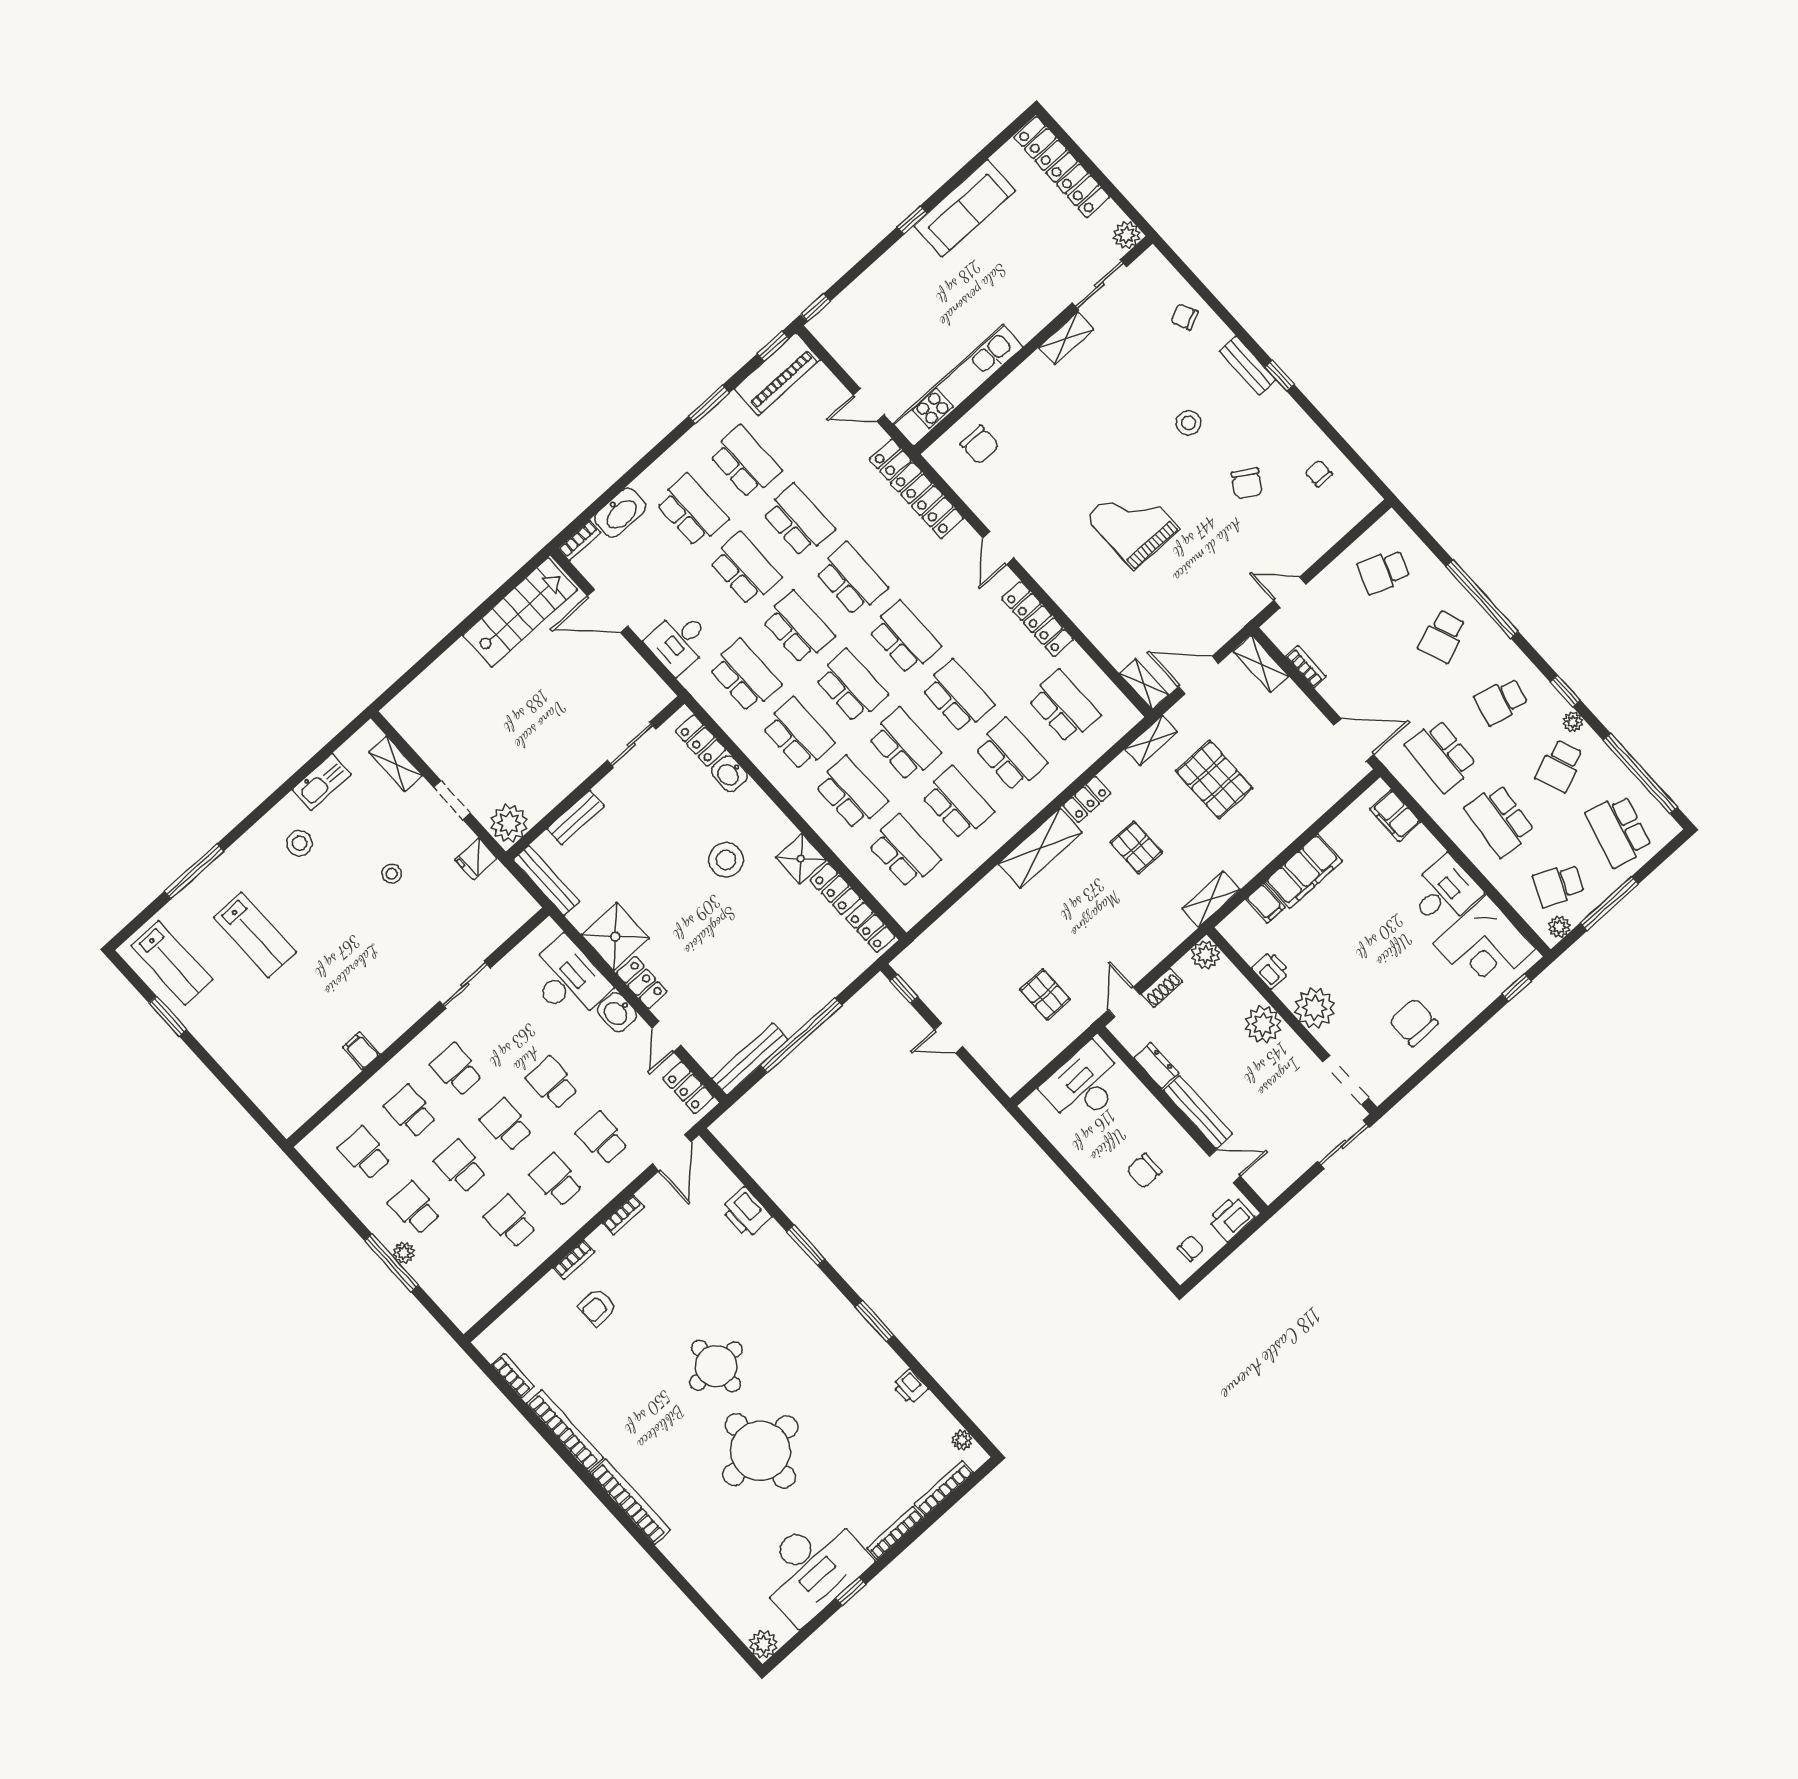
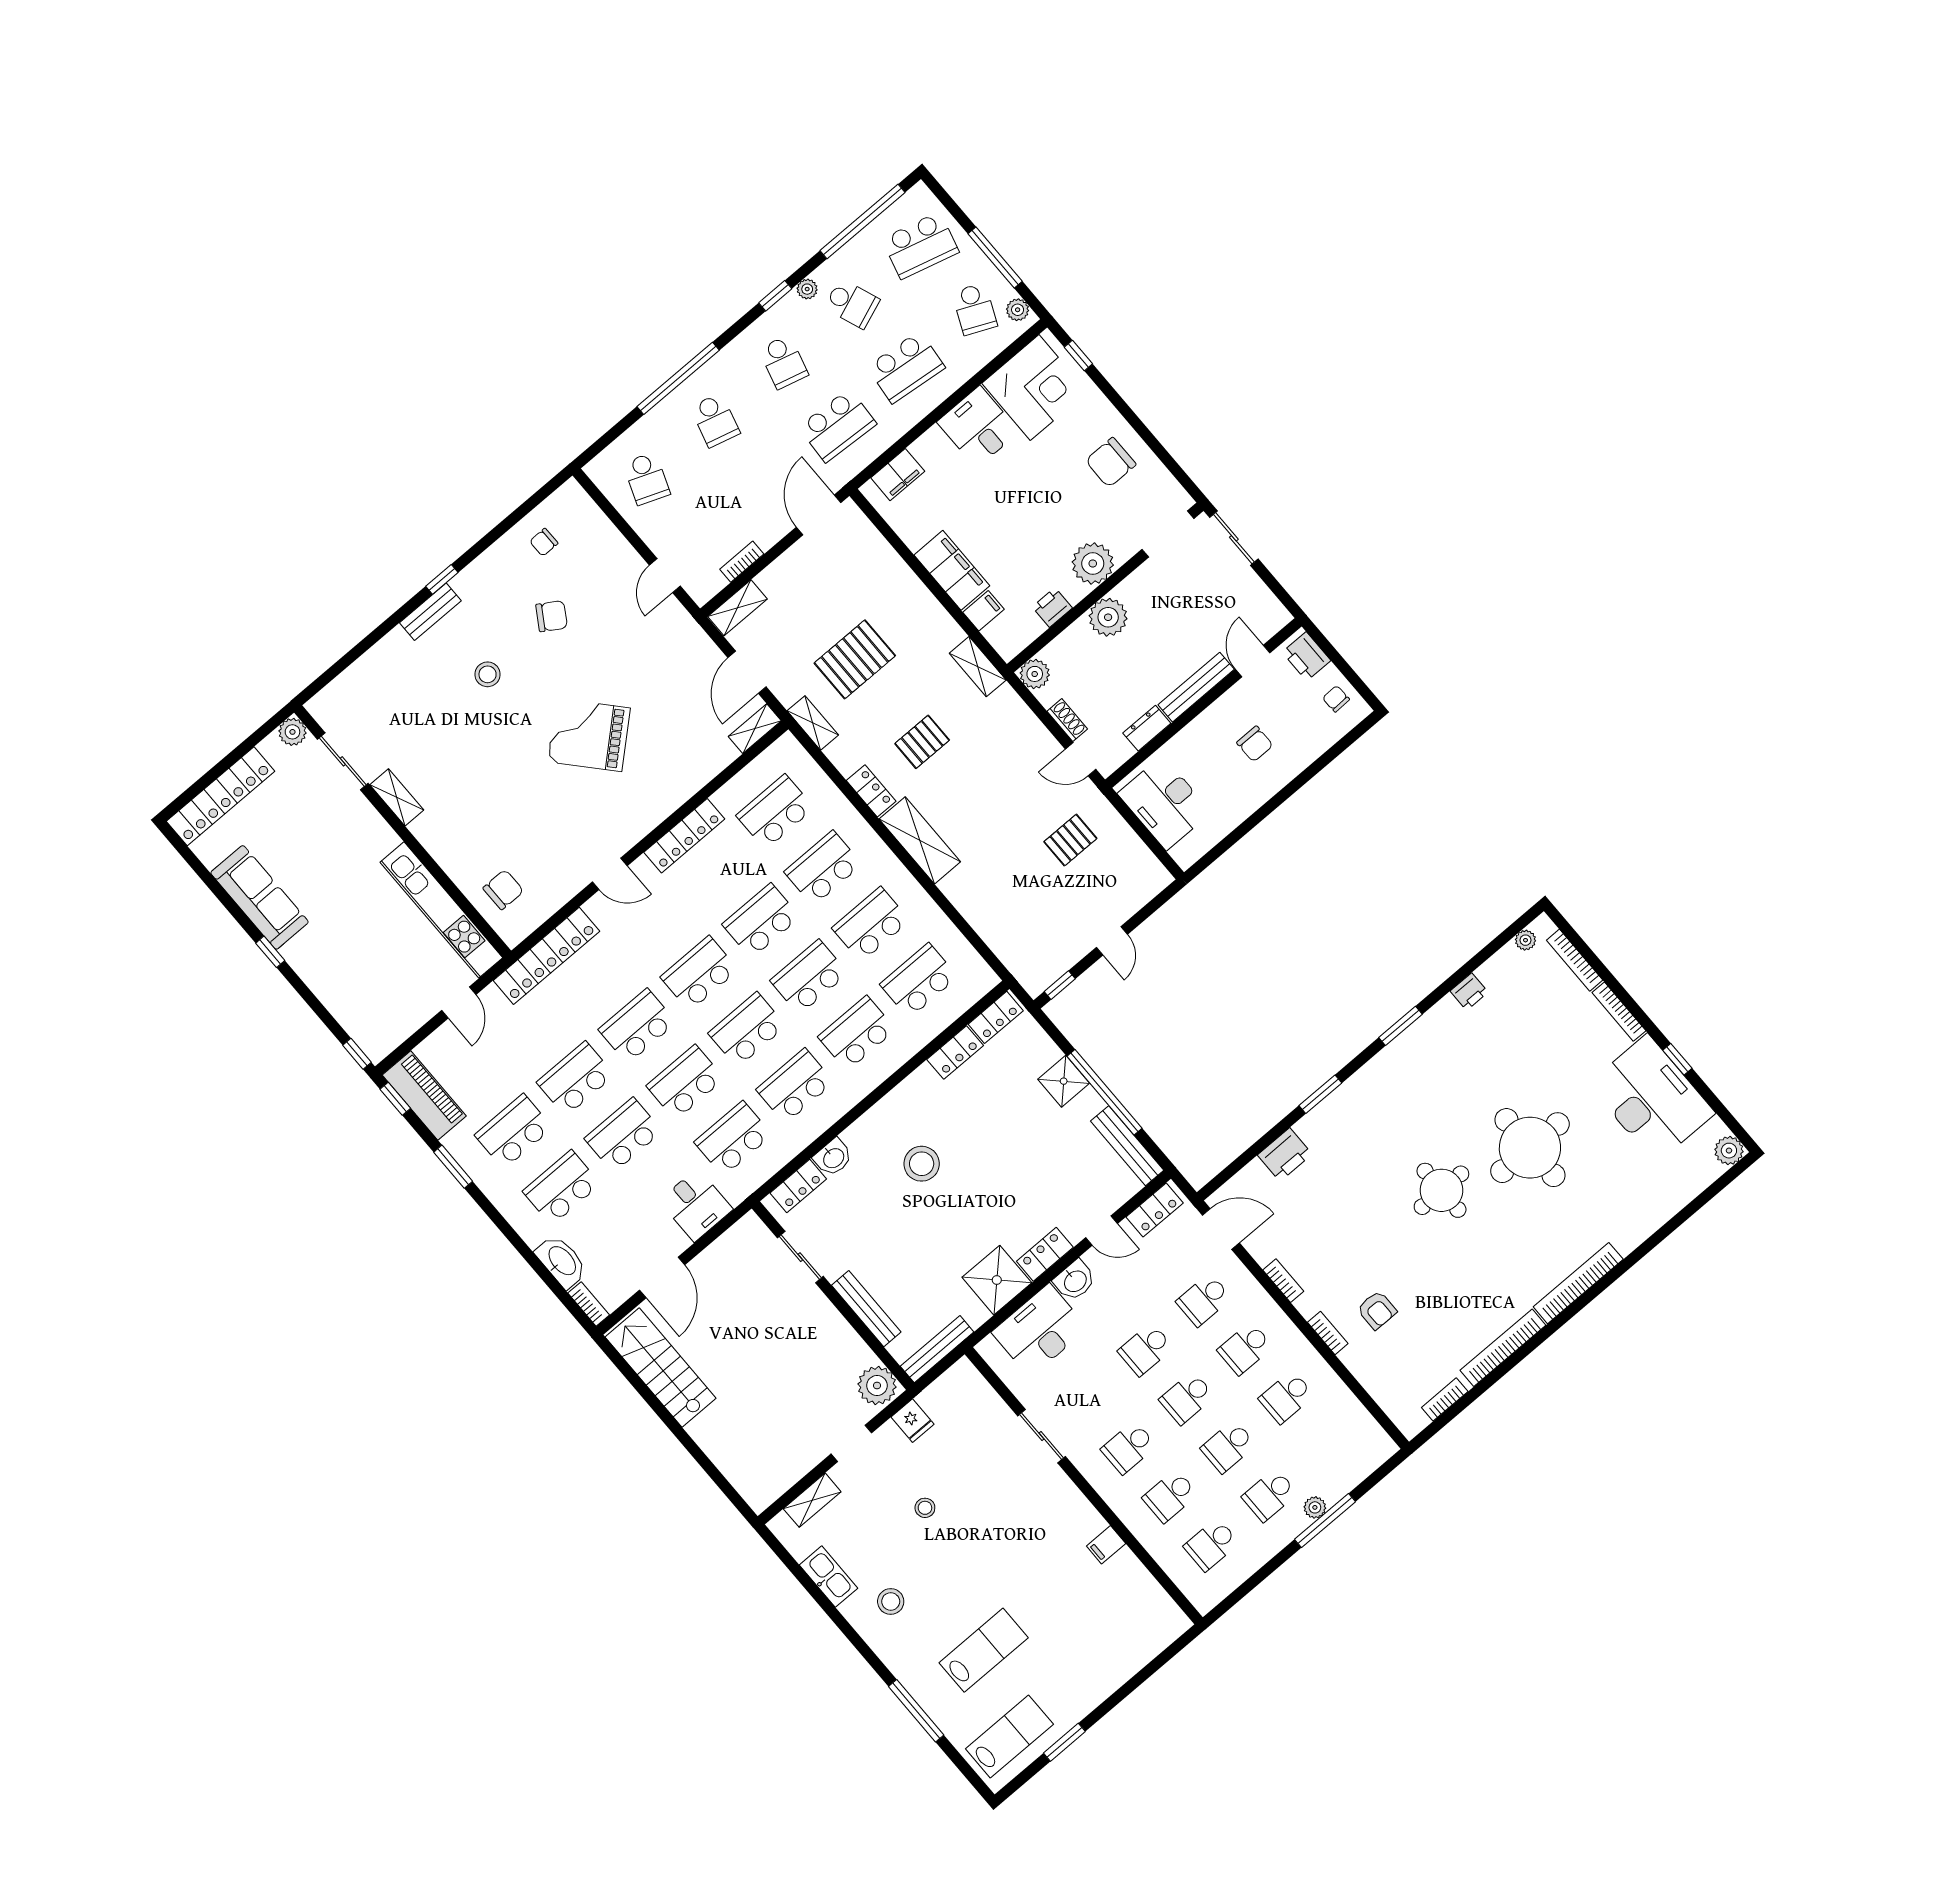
chair: (1185, 317) -> (378, 675), removed
grand piano: (1133, 523) -> (589, 735), turned 48
school desk: (1442, 636) -> (715, 420), turned 36
bench: (576, 817) -> (866, 1309), width x1.36
shower: (801, 859) -> (1064, 1081), moved

